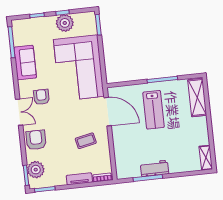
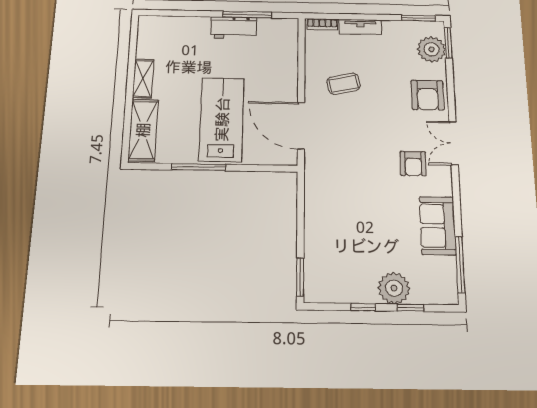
plant: (65, 23) -> (394, 288), moved
corner sofa: (79, 68) -> (343, 205), removed
lab bench: (154, 110) -> (222, 119), width x1.36, depth x1.39
shelving: (206, 158) -> (143, 79), moved

